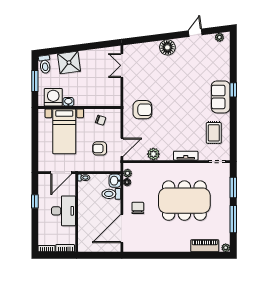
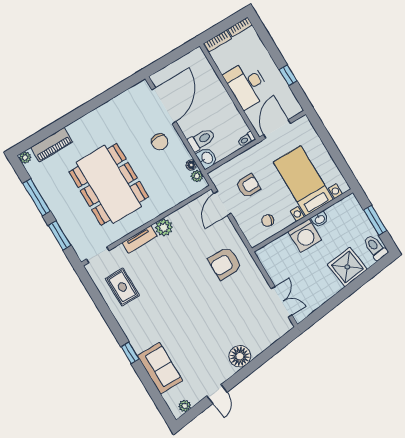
washing machine: (53, 97) -> (305, 236), moved
sofa: (221, 97) -> (160, 368), moved
plant: (153, 154) -> (164, 227), moved
dining table: (184, 201) -> (109, 184), turned 90

